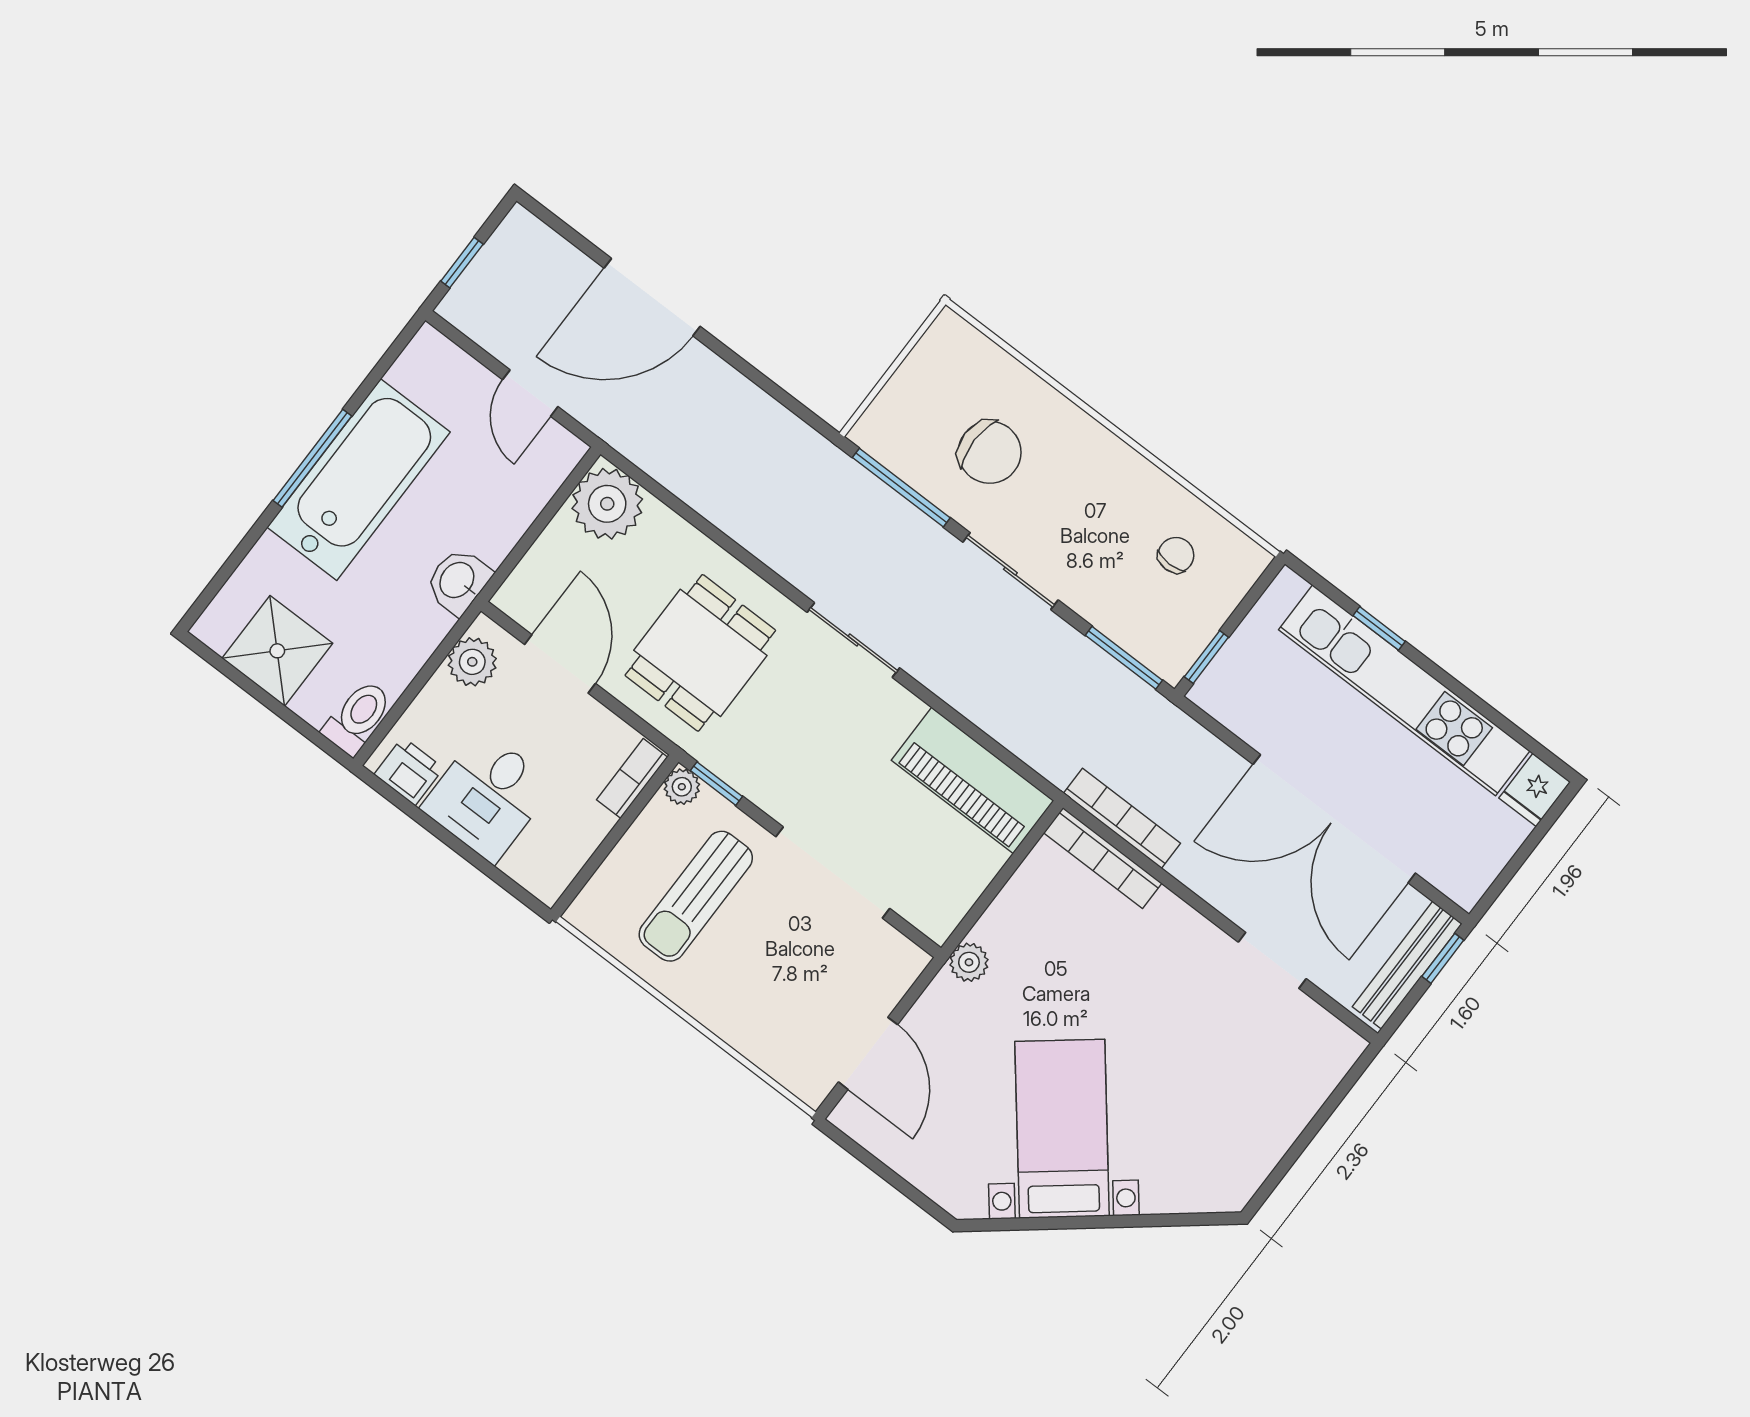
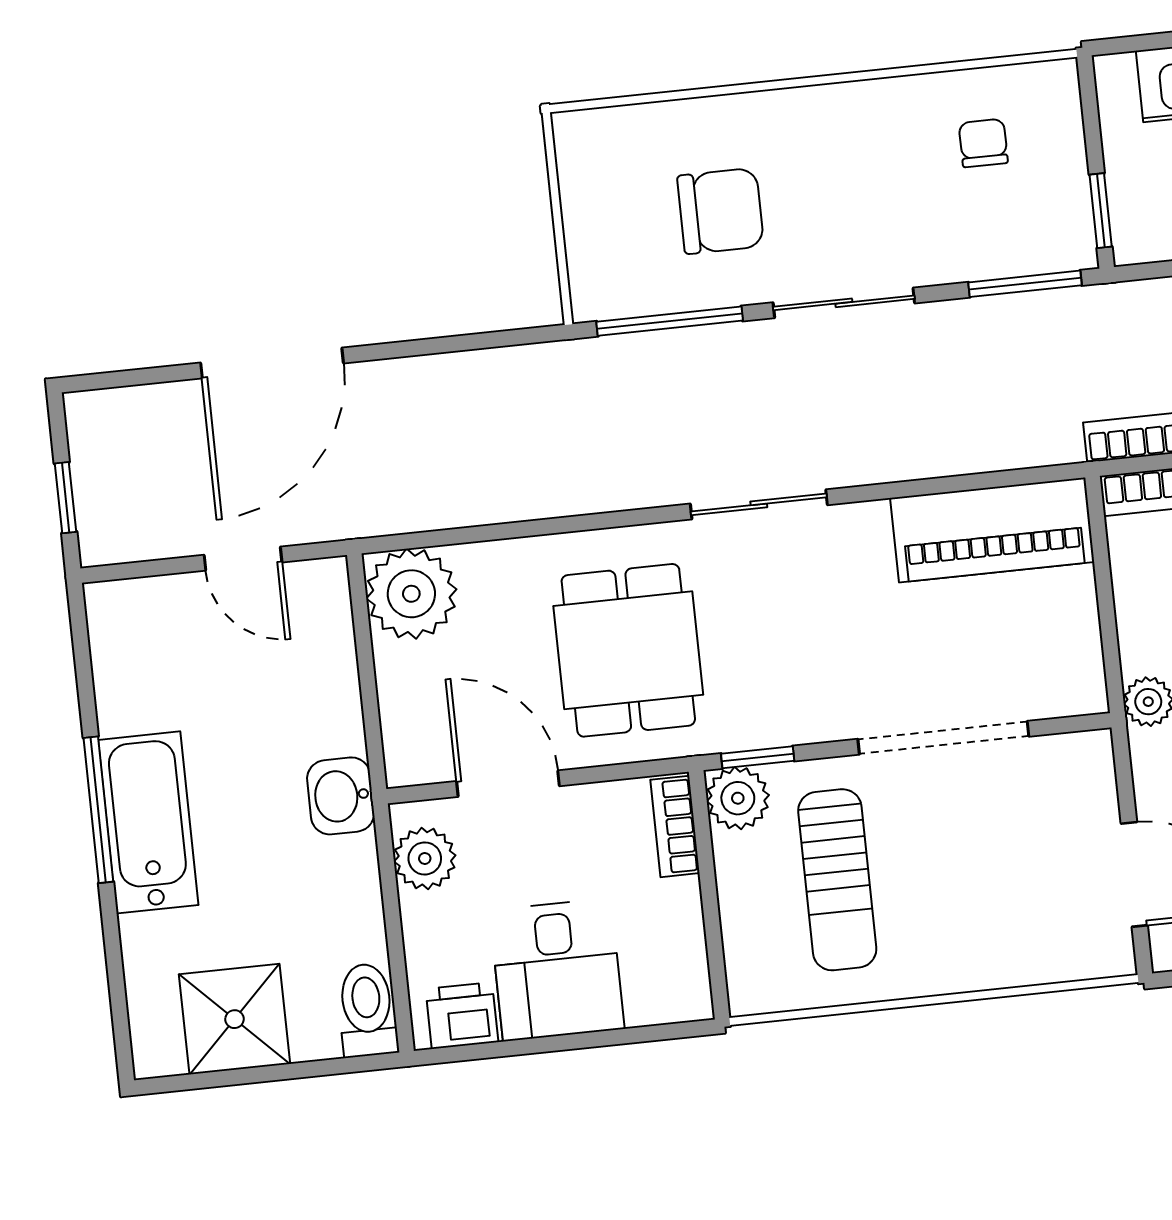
bathtub: (359, 480) -> (148, 822), width x0.73, depth x0.73
plant: (682, 787) -> (738, 798), width x1.38, depth x1.38

